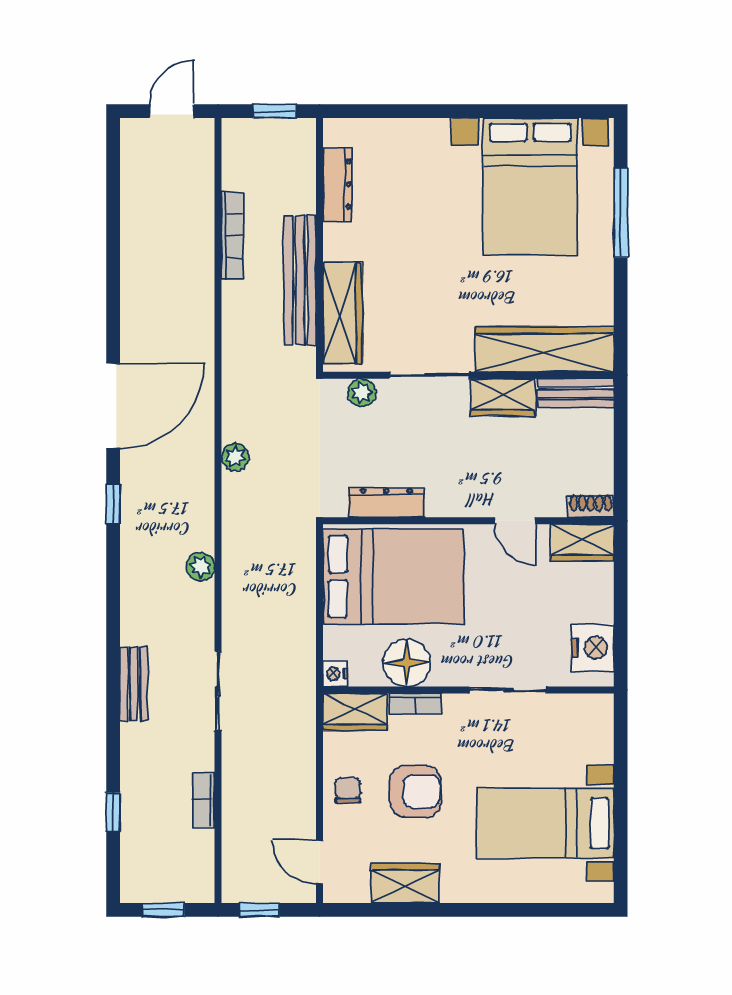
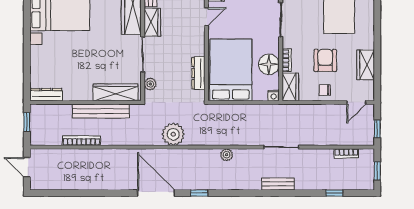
dresser: (337, 184) -> (46, 95), moved
plant: (235, 457) -> (173, 134), width x1.88, depth x1.88
bookcase: (204, 800) -> (346, 153), moved

